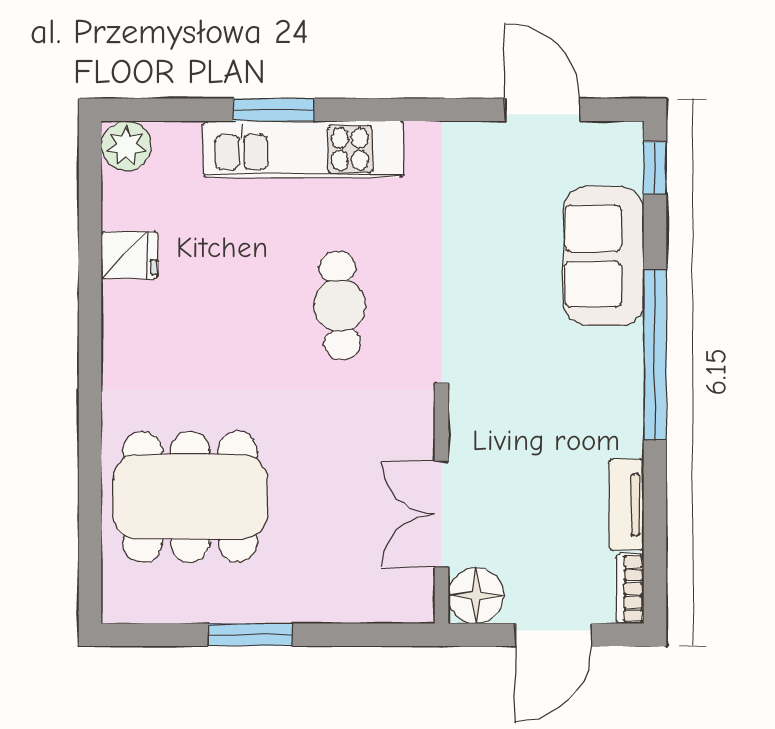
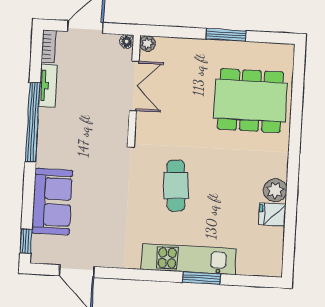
plant: (126, 146) -> (275, 190), moved
window: (655, 355) -> (33, 122), moved
floor lamp: (476, 596) -> (127, 41), width x0.53, depth x0.53
plant: (418, 607) -> (147, 44), added

